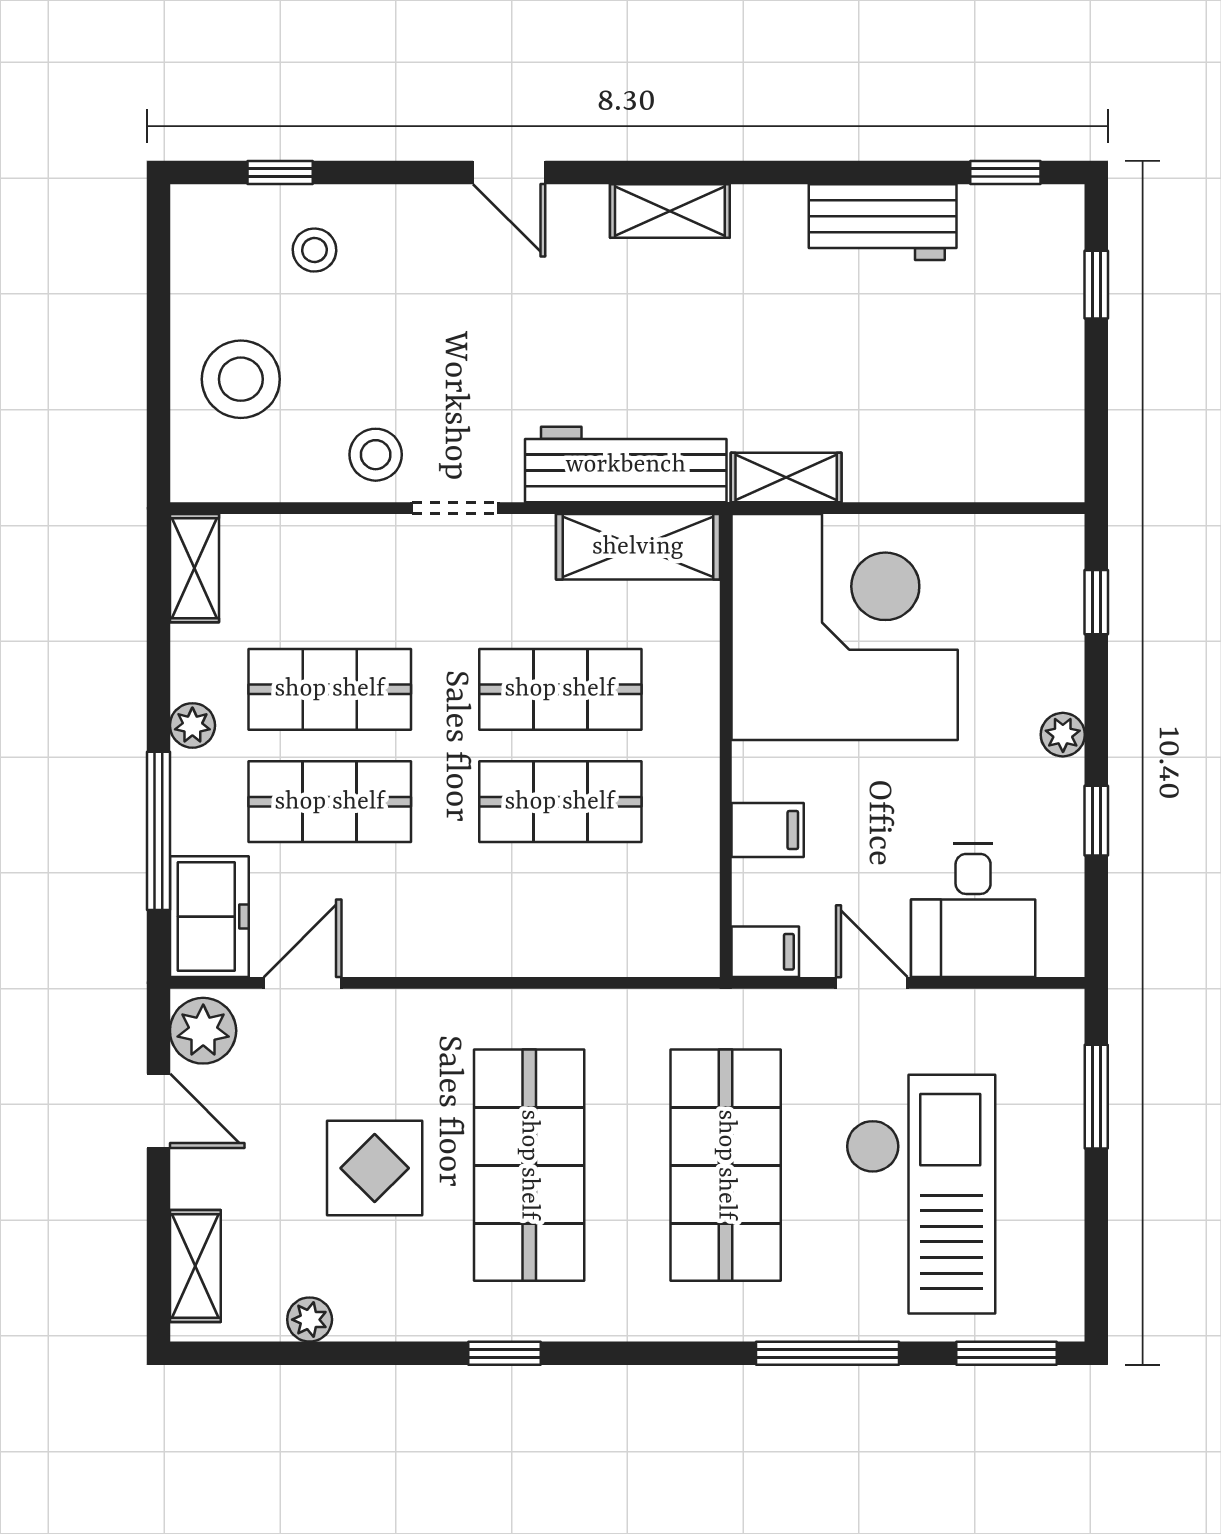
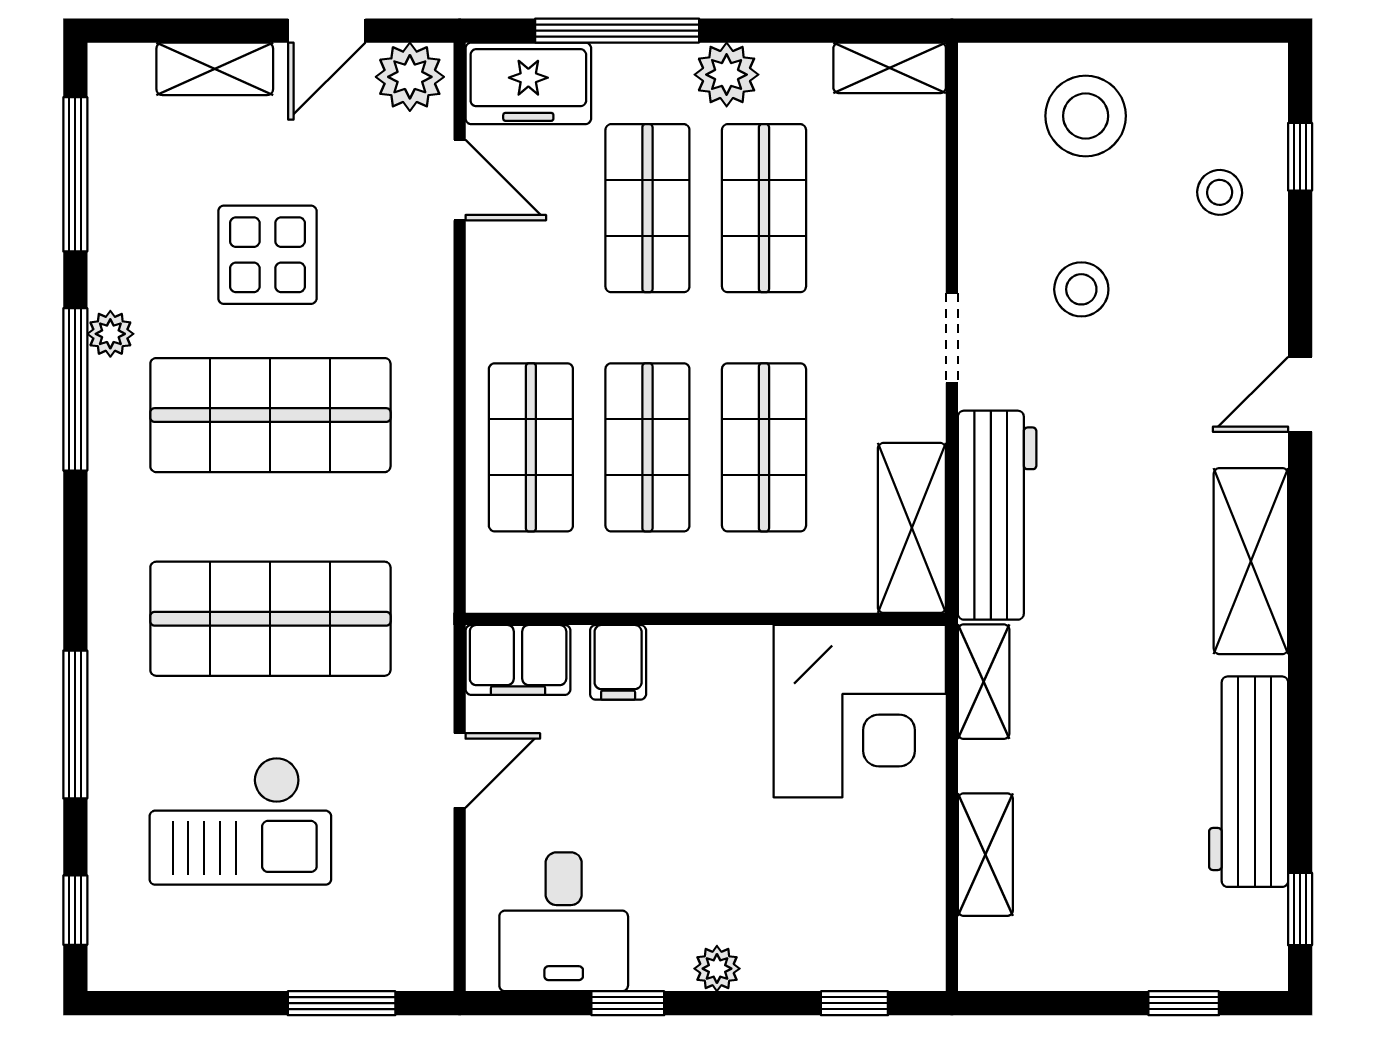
shelving: (670, 211) -> (1251, 561), width x1.50, depth x1.33
workbench: (883, 222) -> (1249, 782), width x1.38
stool: (376, 455) -> (1081, 289), moved
shelving: (953, 476) -> (985, 855), added
corner desk: (845, 627) -> (860, 711), width x0.74, depth x0.74
plant: (192, 725) -> (727, 75), width x1.38, depth x1.38
desk: (973, 910) -> (564, 922), moved, turned -90
shop shelf: (560, 914) -> (531, 447), added
filing cabinet: (765, 952) -> (518, 660), width x2.00
checkout: (920, 1194) -> (240, 821), width x0.73, depth x0.83
shelving: (195, 1266) -> (215, 69), moved
plant: (310, 1320) -> (110, 334), moved
window: (297, 1353) -> (75, 174), added
window: (504, 1353) -> (75, 389), width x2.17
window: (1007, 1353) -> (75, 910), width x0.67

